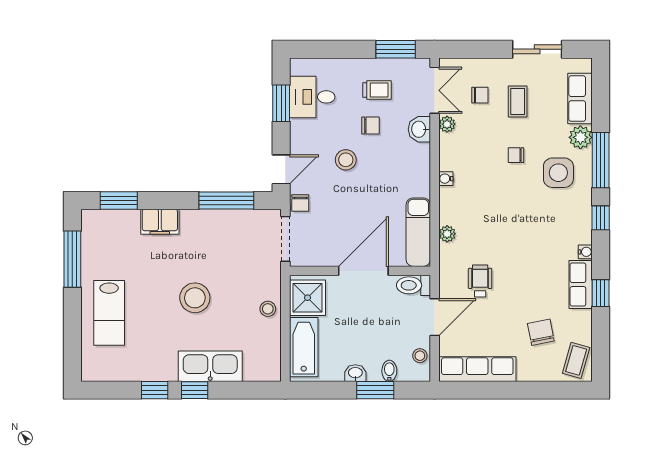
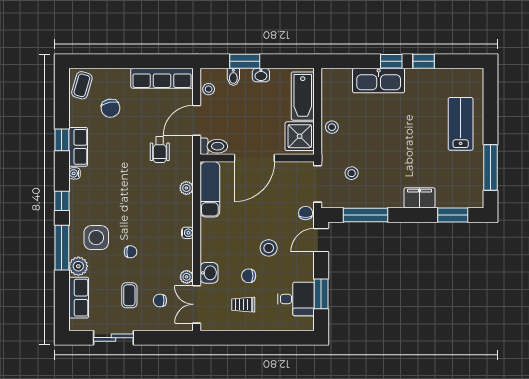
window: (396, 49) -> (228, 338), removed
stool: (195, 298) -> (352, 173), moved, width x0.53, depth x0.53

